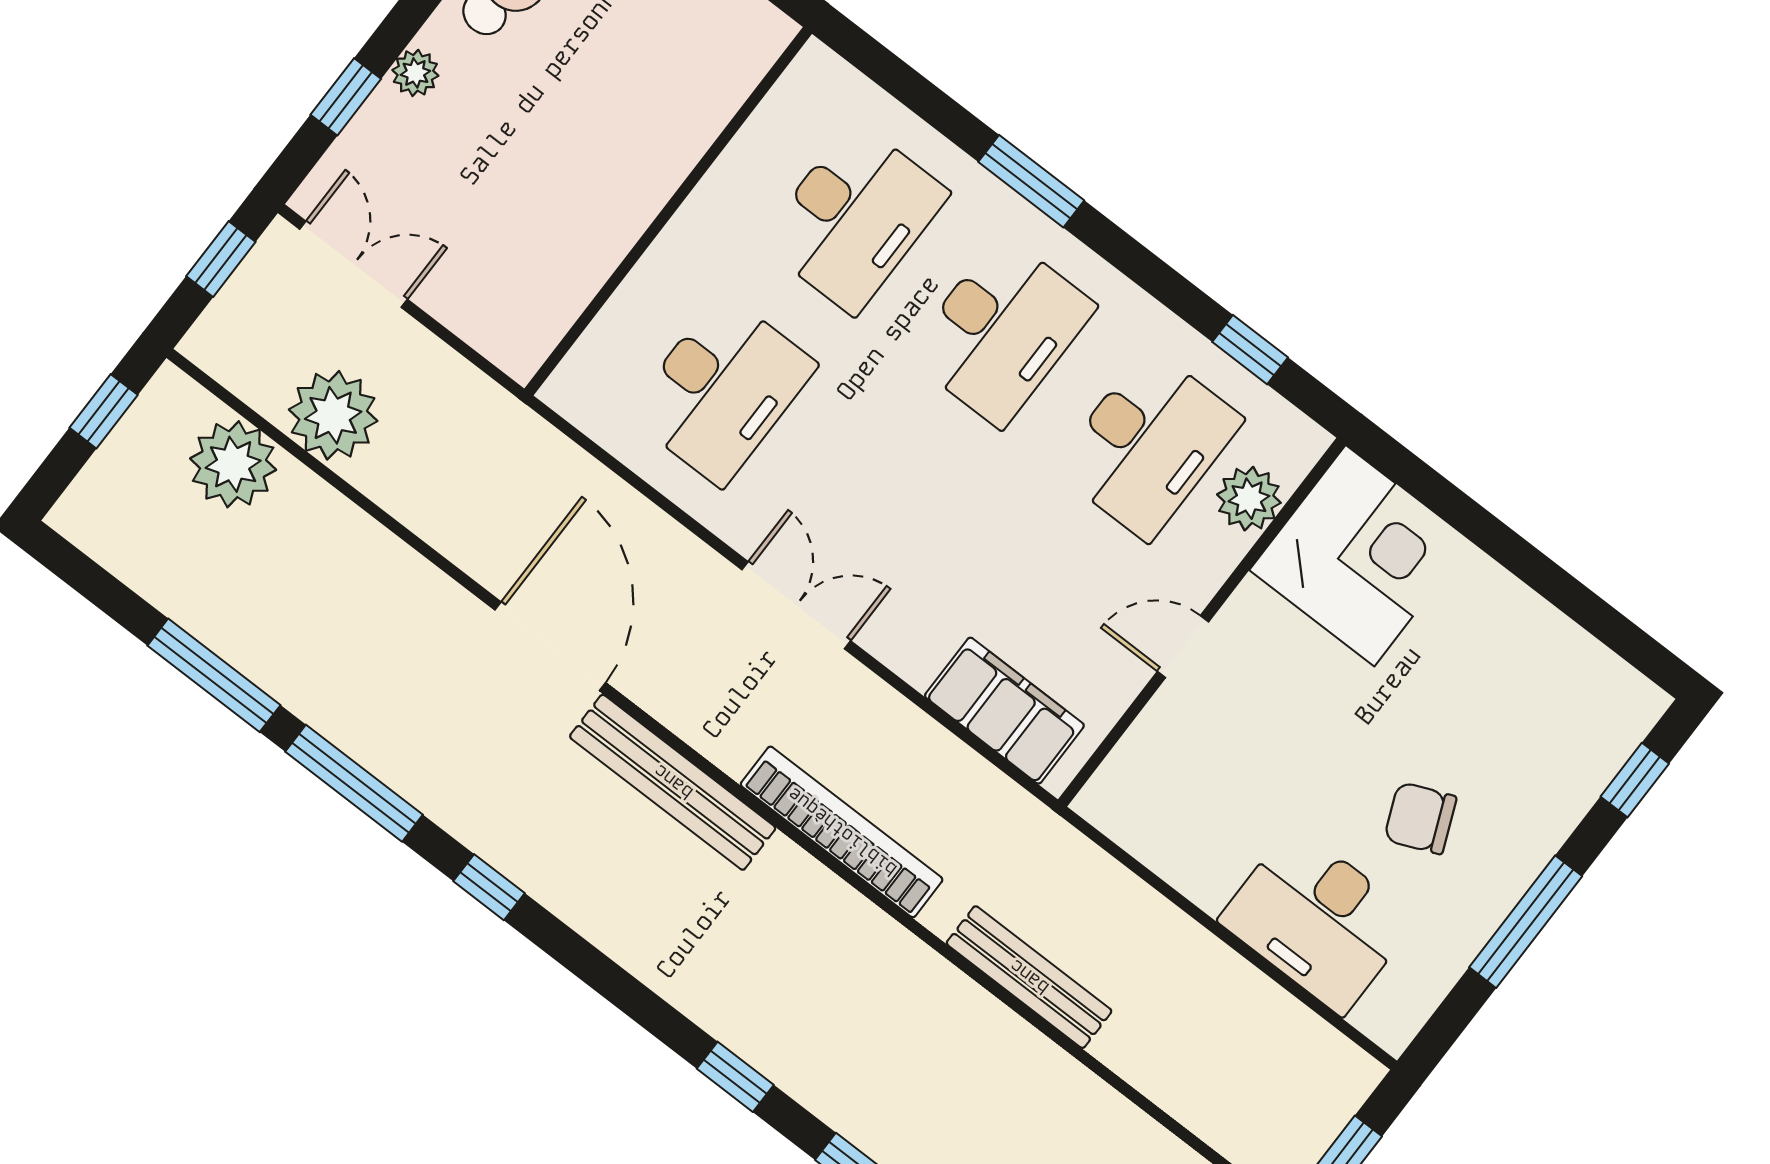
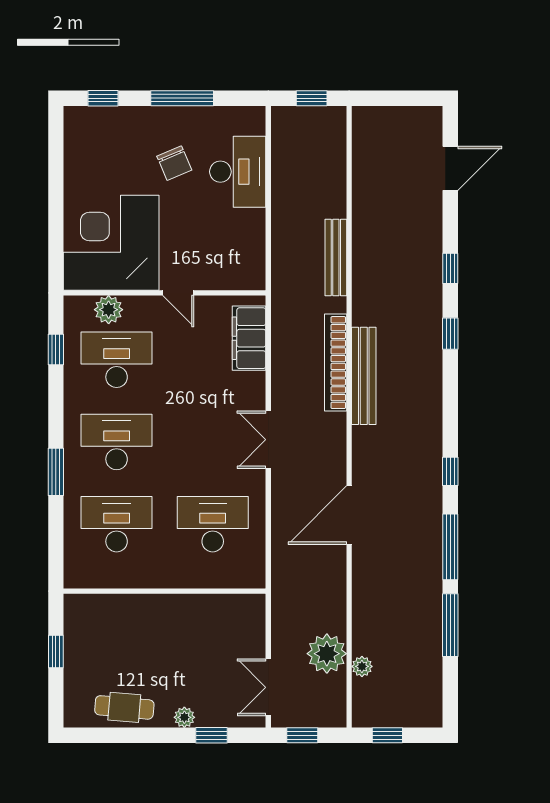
plant: (233, 464) -> (362, 666), width x0.53, depth x0.53
corner desk: (1360, 556) -> (111, 243), width x1.36, depth x1.36
bench: (673, 782) -> (364, 376), moved

